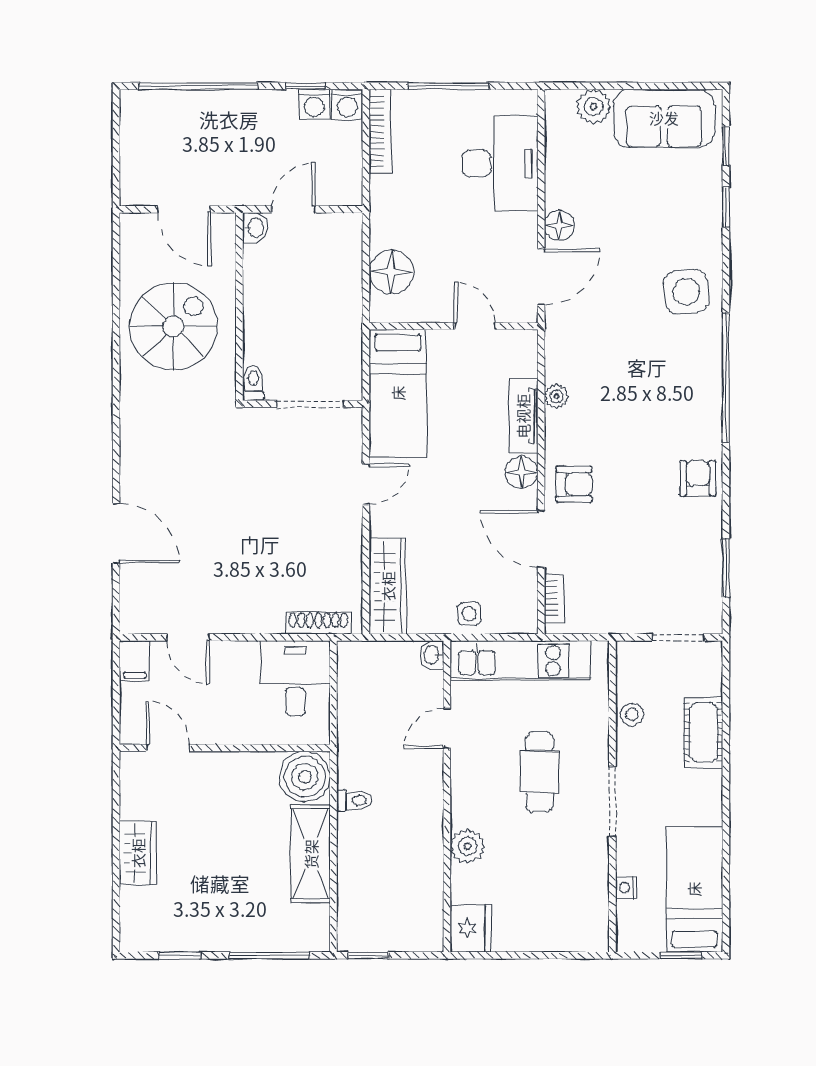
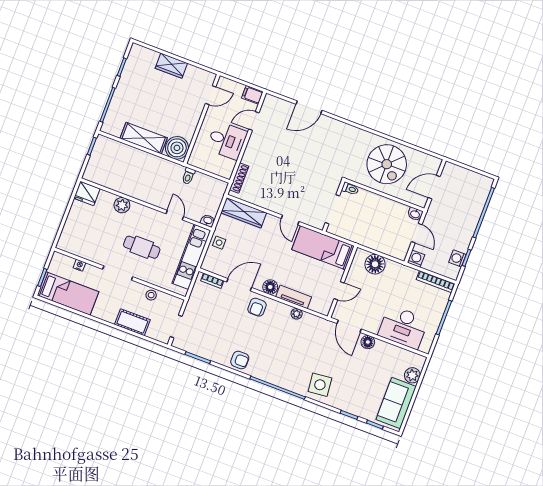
washing machine: (347, 104) -> (416, 259), moved, turned 90
desk: (295, 678) -> (227, 140), moved
toilet: (354, 800) -> (188, 176), moved

